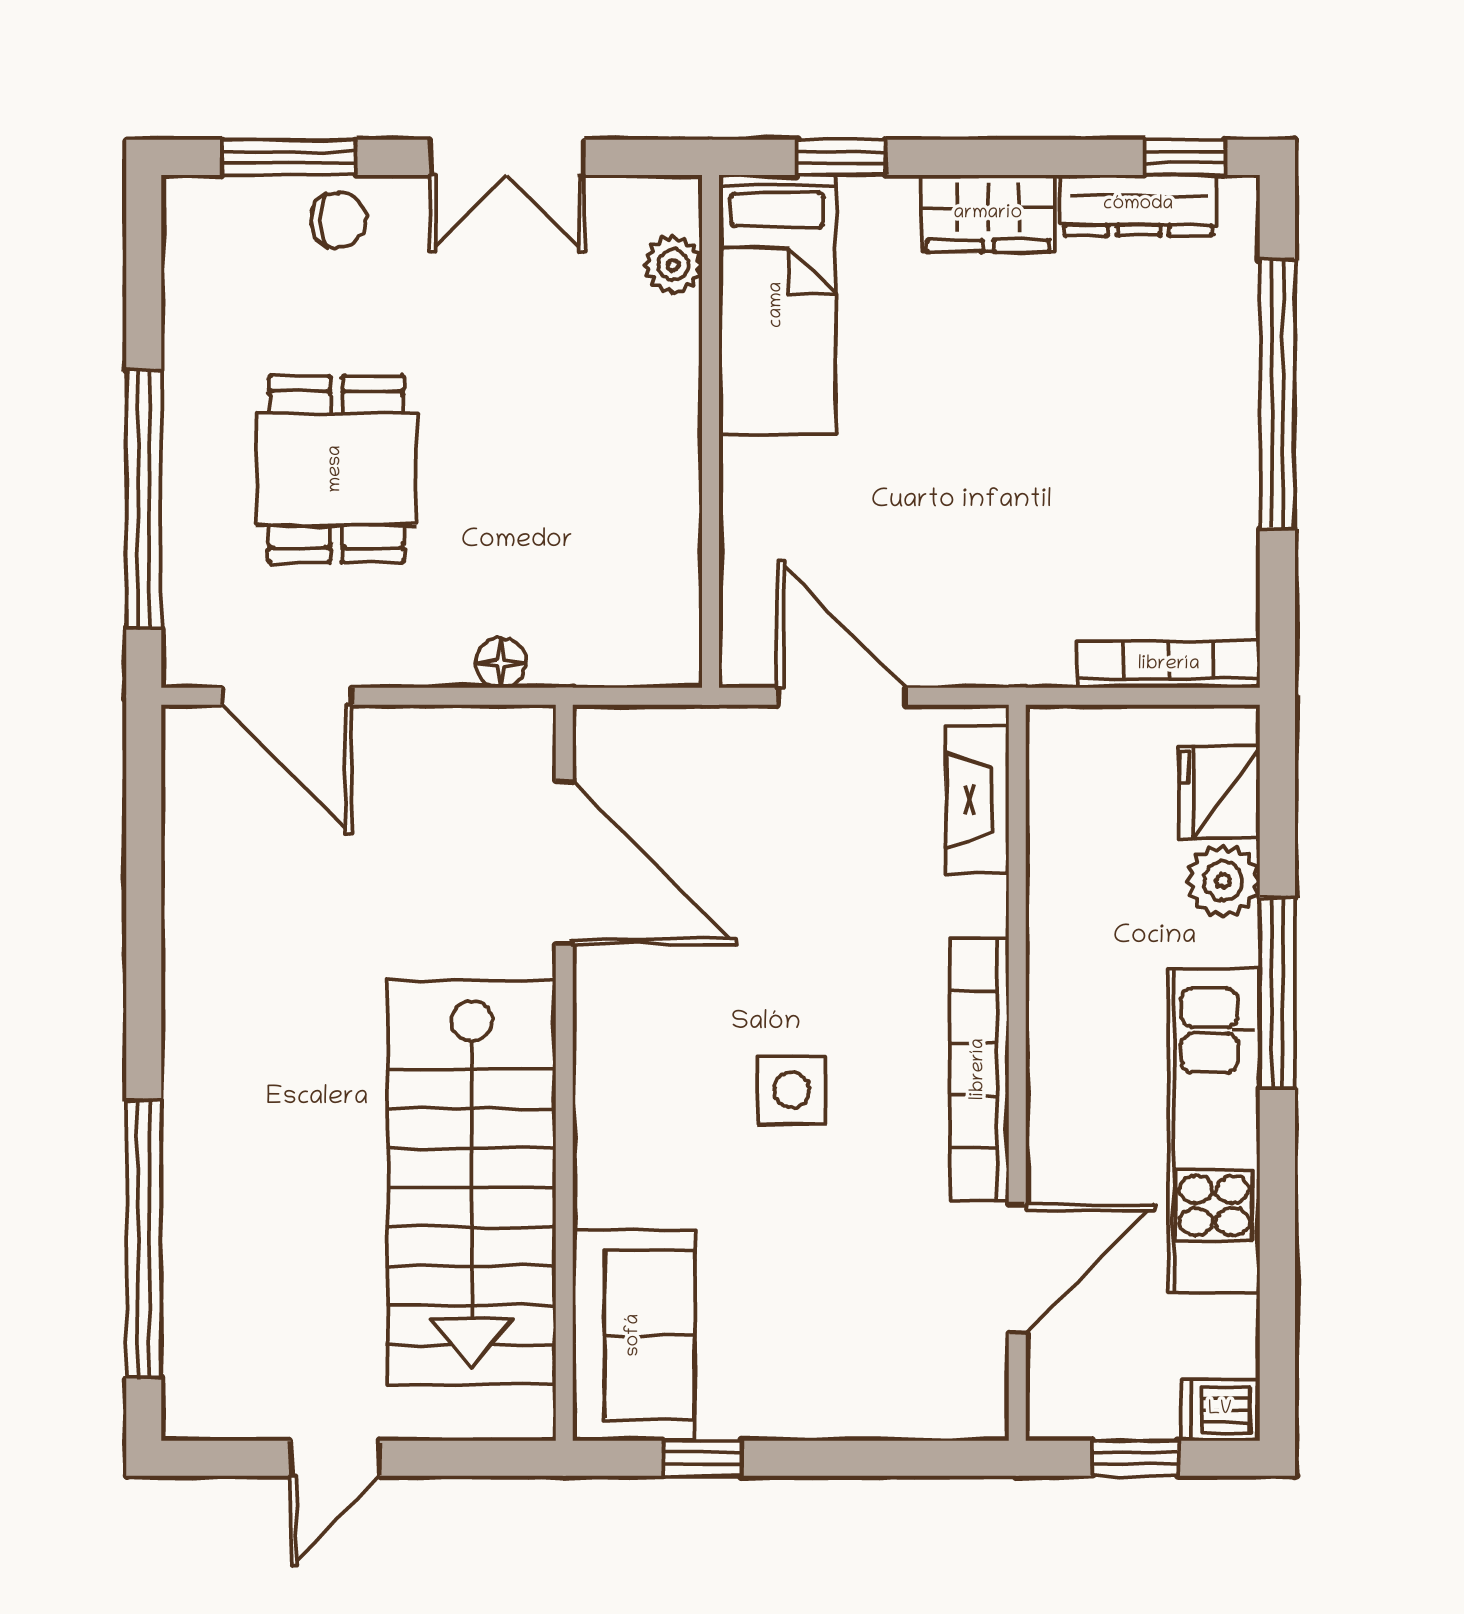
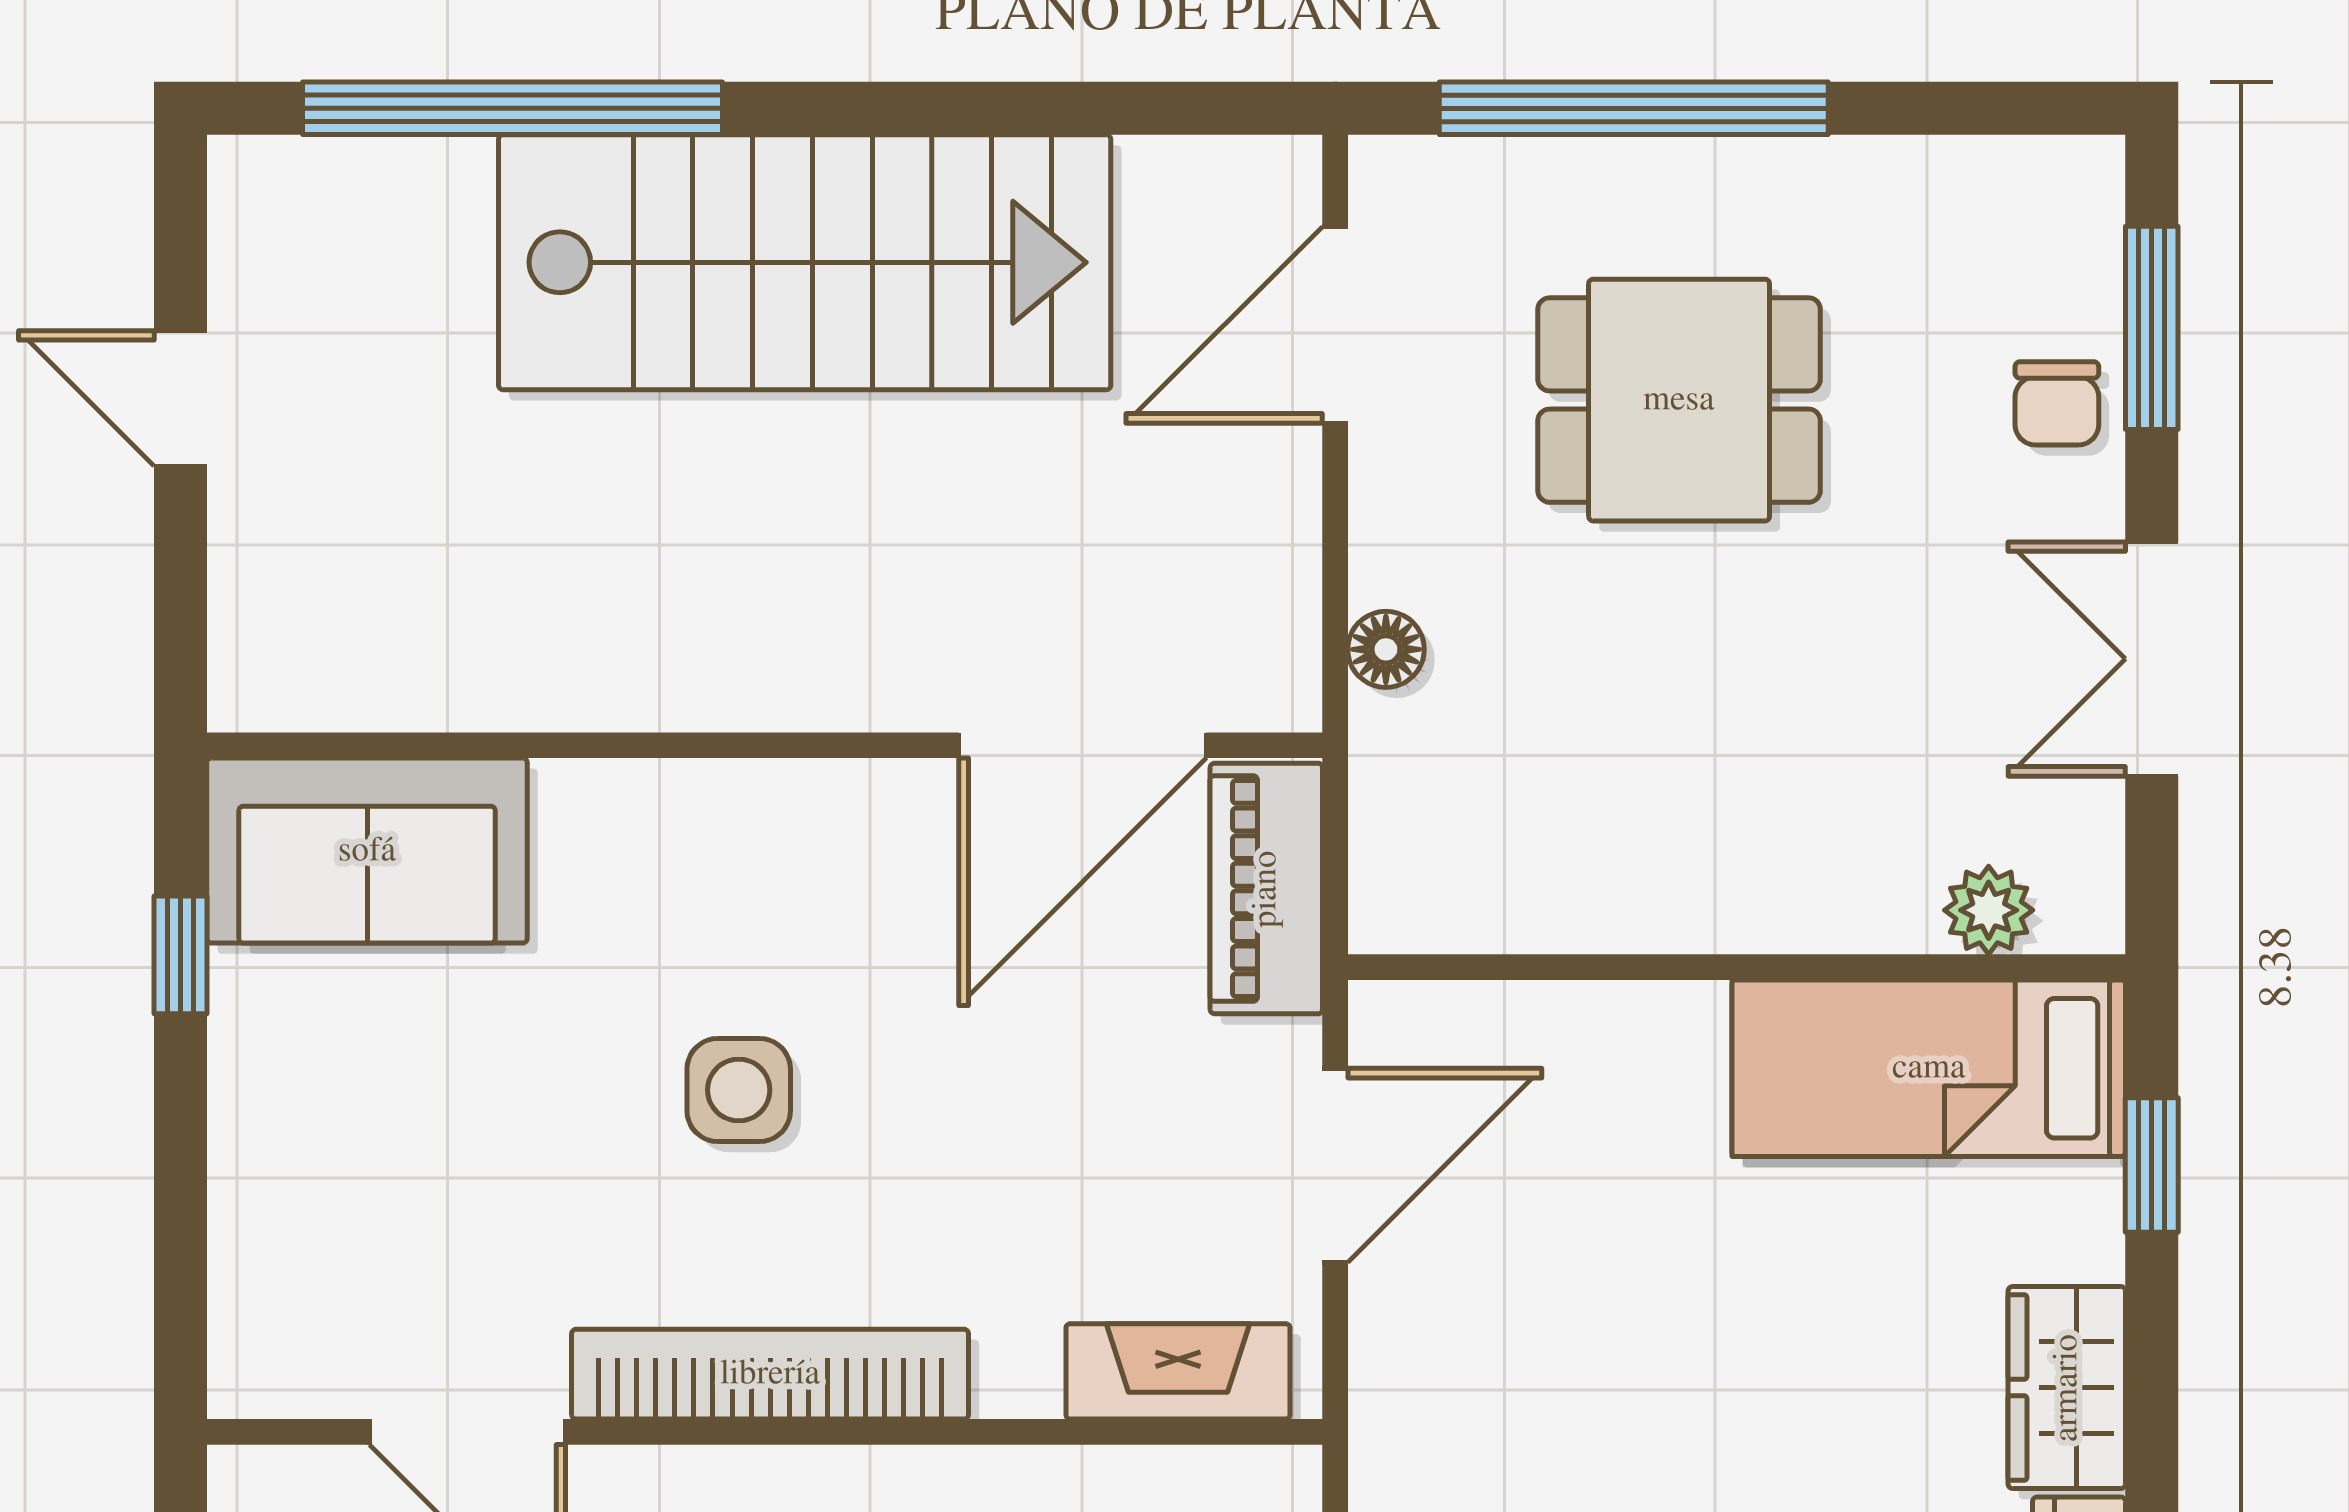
piano: (659, 742) -> (1266, 889), added
stairs: (472, 1182) -> (805, 262), moved, turned 180

